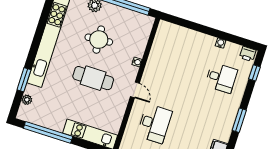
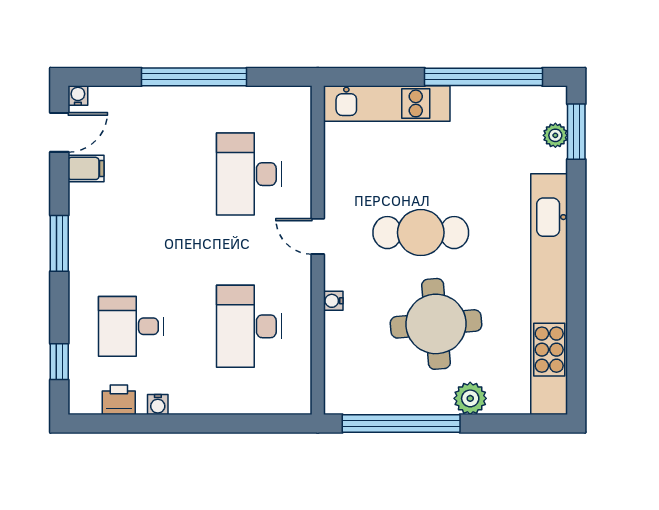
round table: (99, 40) -> (436, 324), width x1.36, depth x1.36
printer: (248, 54) -> (119, 400), moved
desk: (174, 63) -> (249, 326), added
window: (24, 80) -> (576, 132), moved

